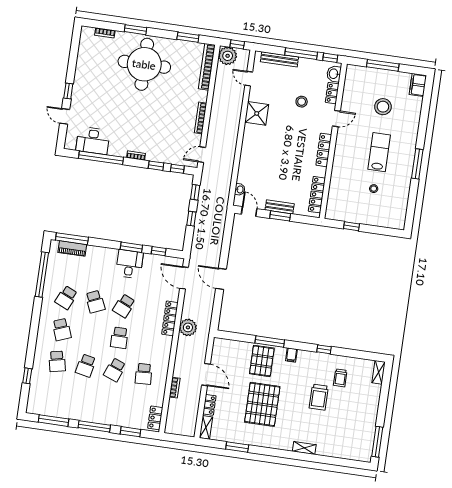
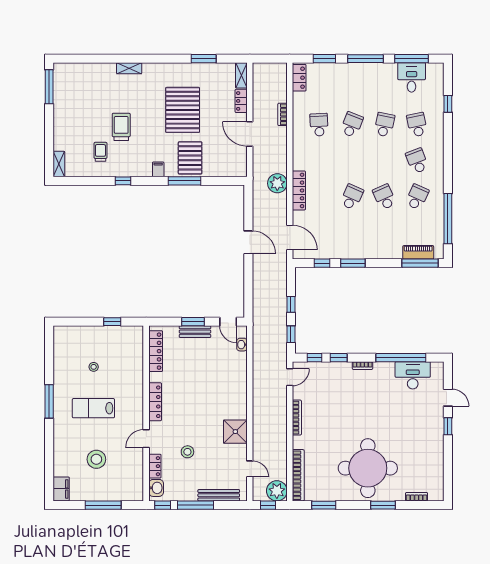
lab bench: (379, 152) -> (93, 408), turned 90
desk: (129, 264) -> (412, 77), moved, turned 180
school desk: (119, 338) -> (352, 161), removed

